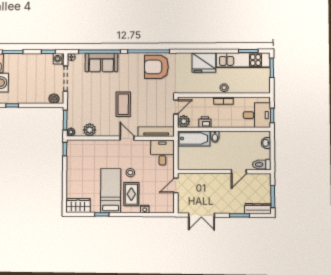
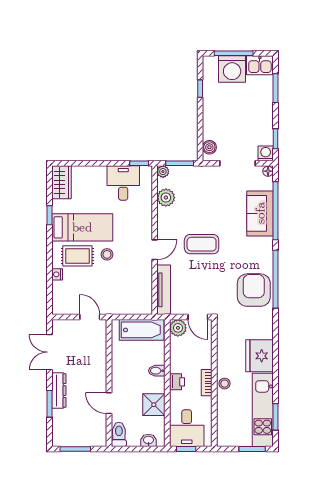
printer: (205, 122) -> (177, 382), moved
bathtub: (194, 138) -> (142, 330), moved, turned -90
shower: (240, 139) -> (154, 405), added
desk: (162, 152) -> (123, 183), moved, turned -90
dresser: (258, 209) -> (59, 391), moved

